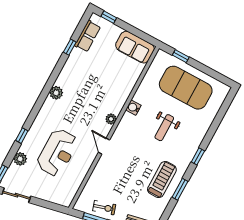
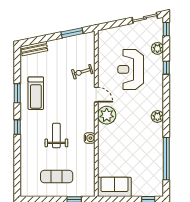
row of seats: (88, 36) -> (157, 175), removed
window: (70, 47) -> (166, 159), width x3.17
exercise mat: (186, 88) -> (57, 177), width x0.50, depth x0.69
plant: (111, 119) -> (107, 115), width x1.88, depth x1.88
exercise bike: (104, 208) -> (82, 72), moved

